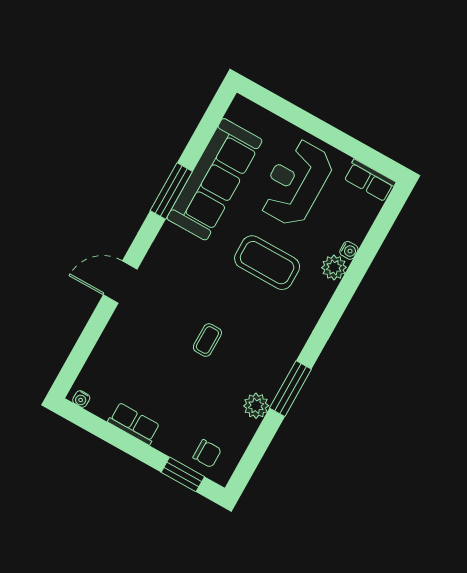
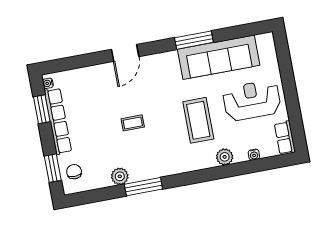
water cooler: (349, 250) -> (254, 155), moved
door: (120, 282) -> (125, 53), swing flipped
row of seats: (134, 424) -> (58, 121), width x2.02
window: (105, 431) -> (42, 109), added
chair: (207, 454) -> (74, 172), turned 180

